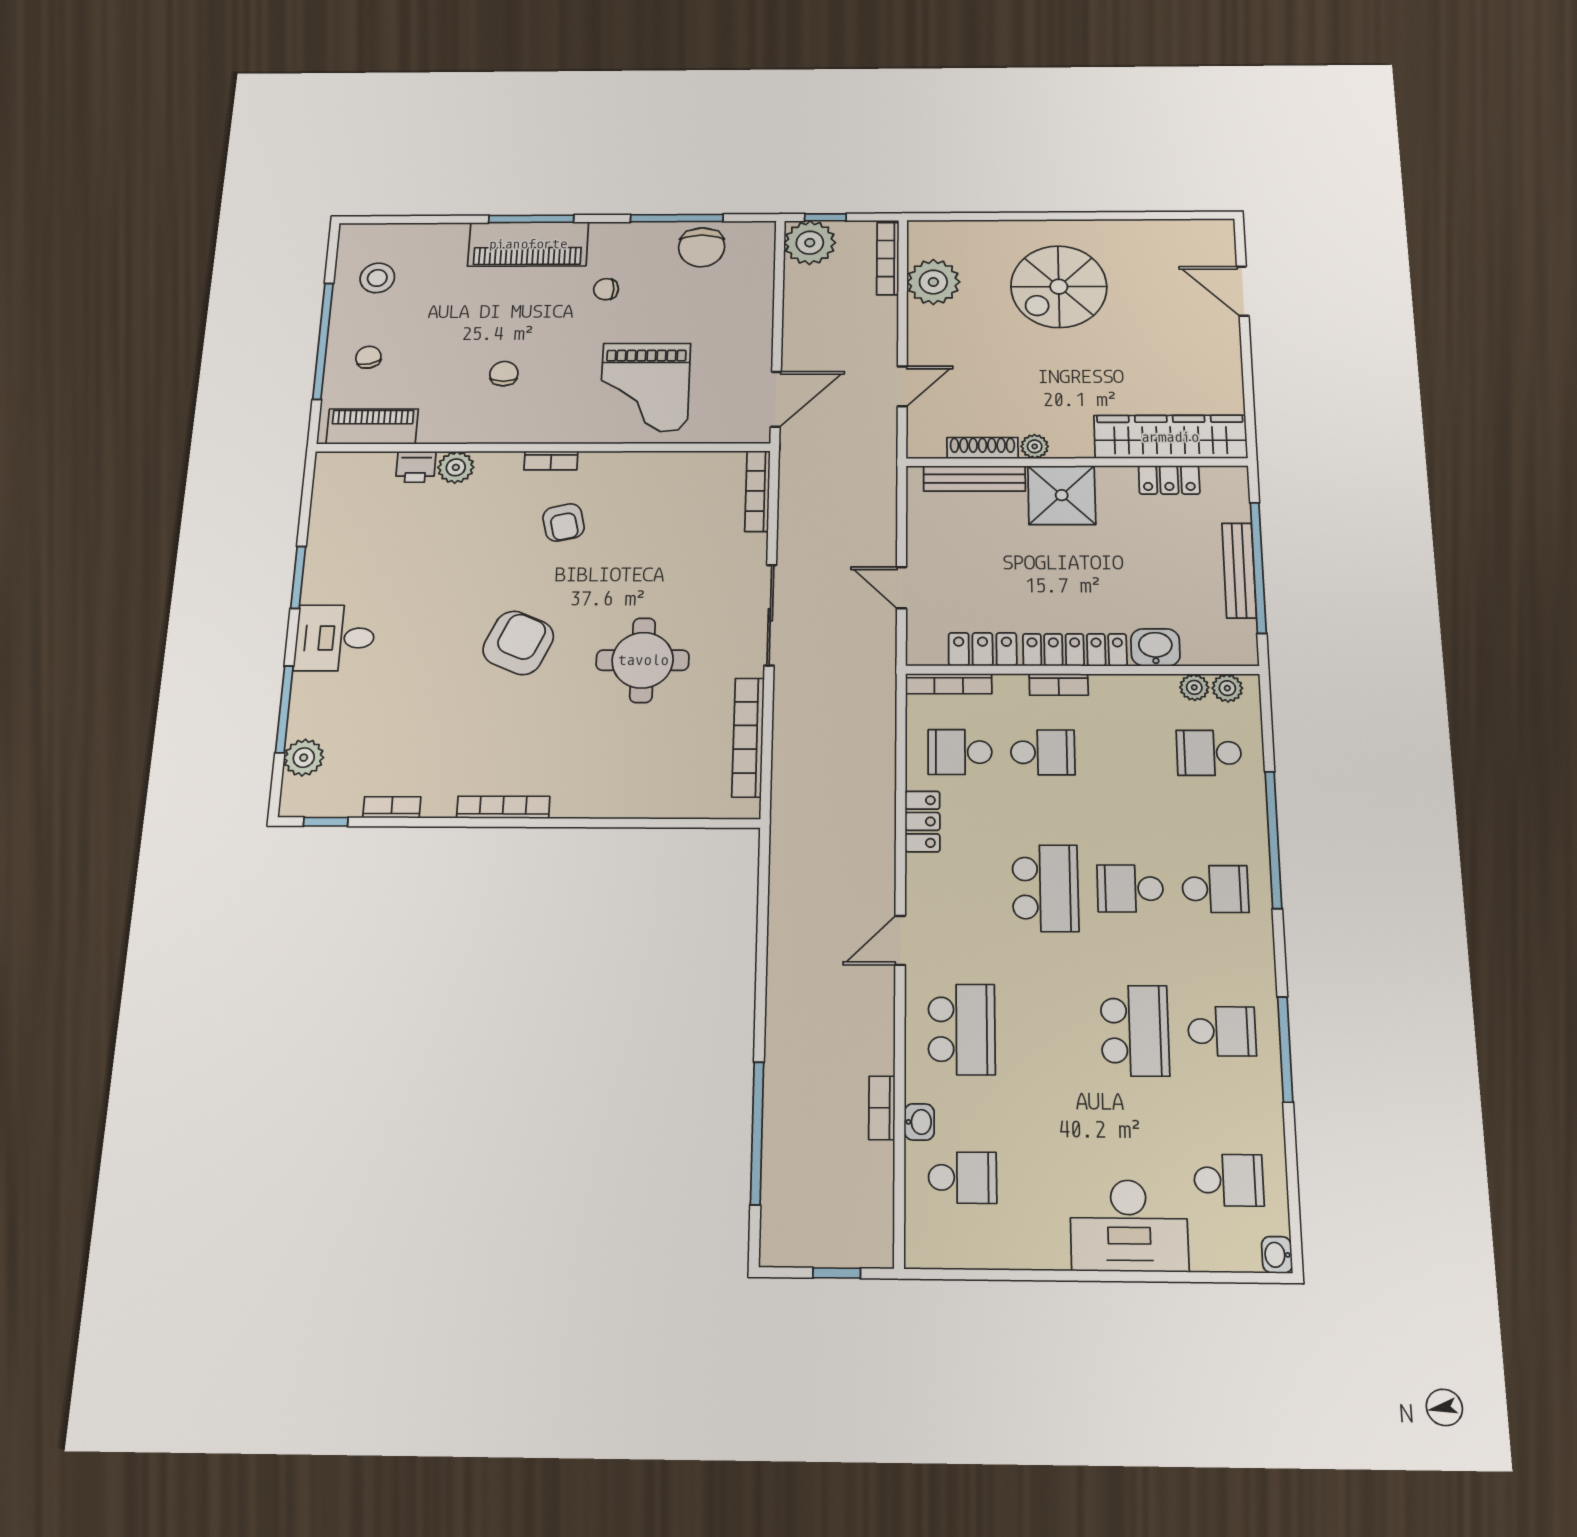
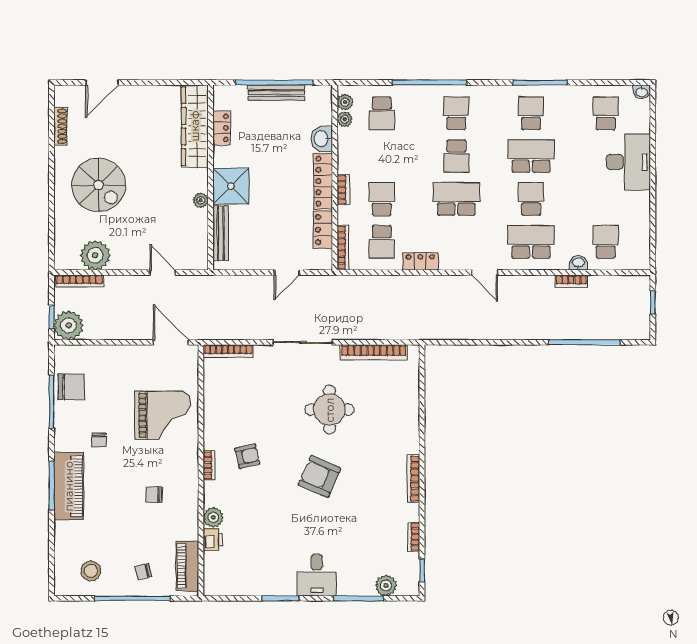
shoe rack: (982, 448) -> (60, 126), moved, turned 180
school desk: (1048, 1030) -> (531, 199), added

